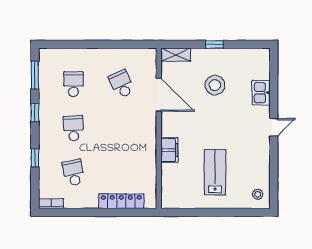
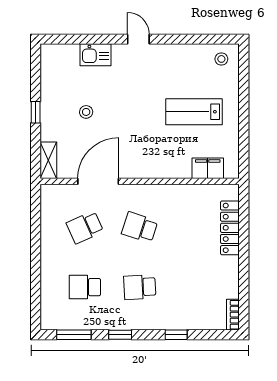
stool: (215, 85) -> (86, 112), width x0.53, depth x0.53
filing cabinet: (169, 150) -> (208, 168), moved
school desk: (73, 173) -> (140, 227), moved, turned 30

